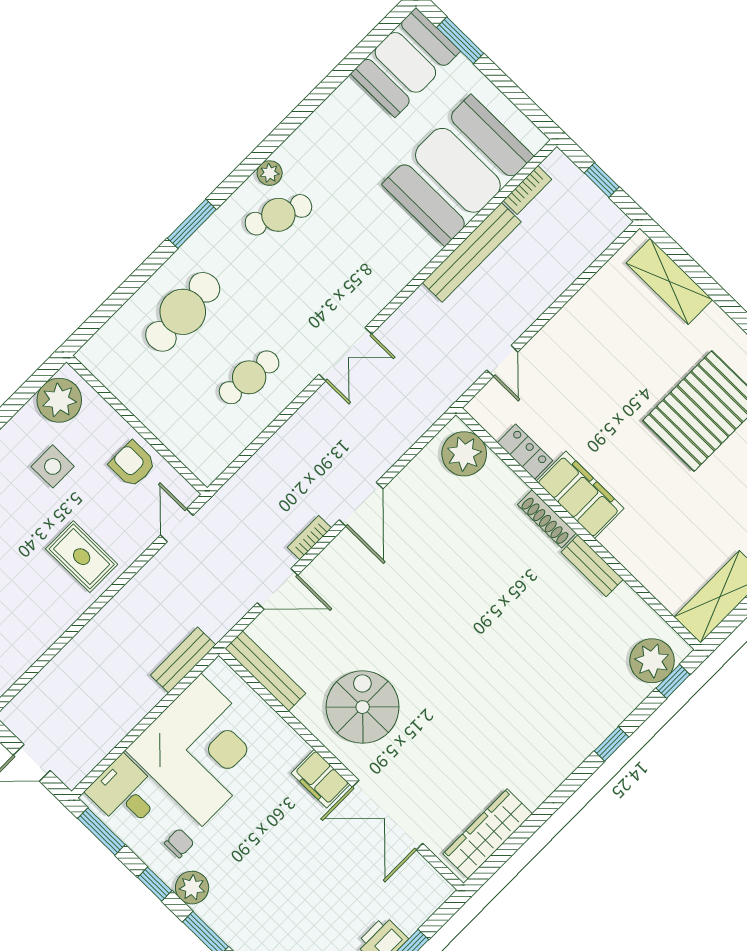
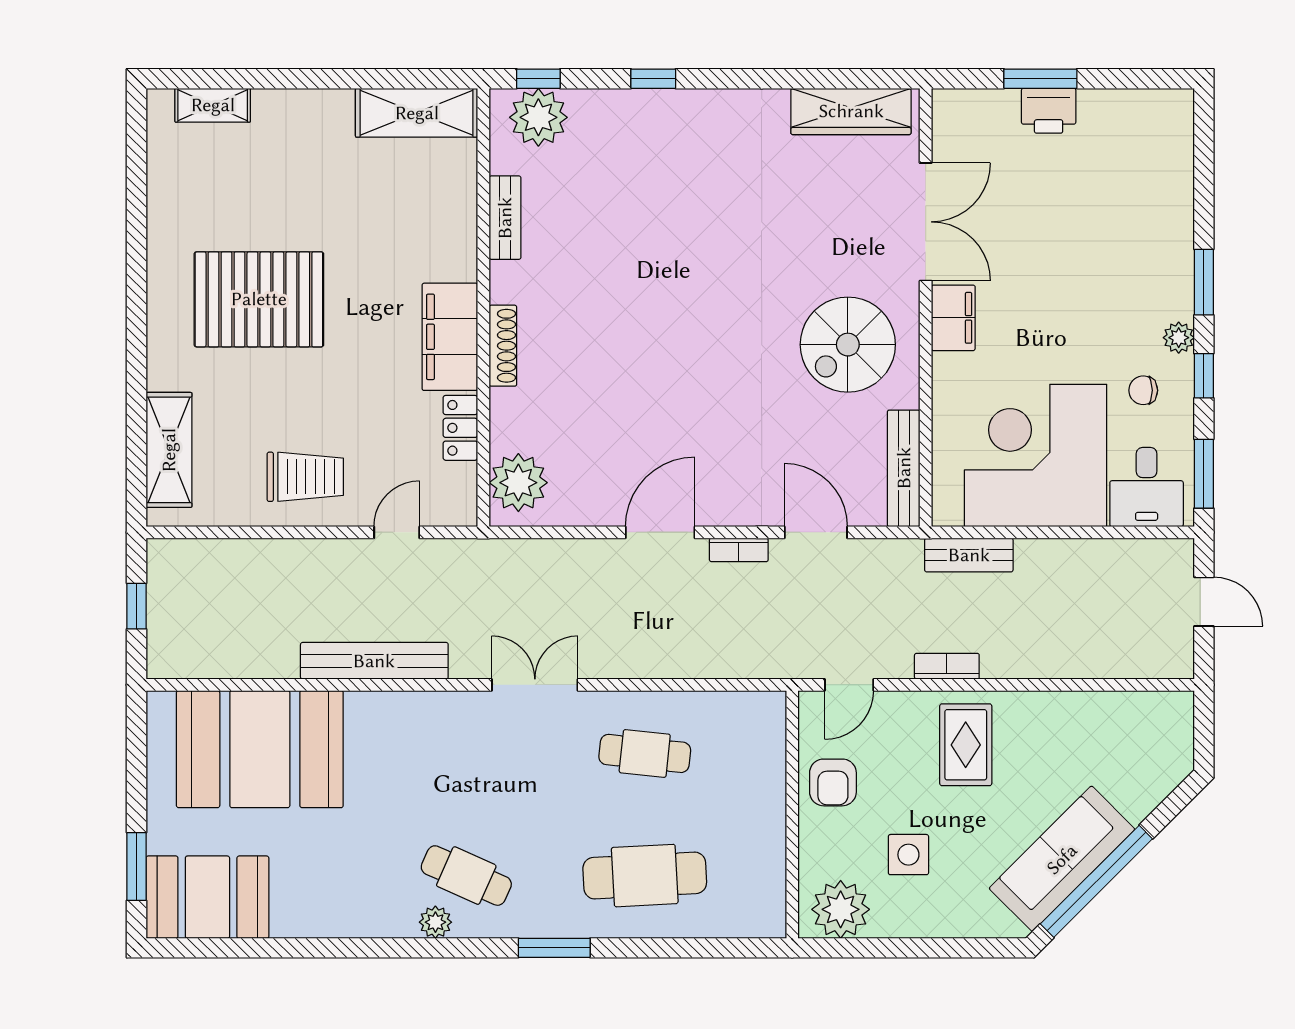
bookcase: (527, 190) -> (947, 666), moved
bench: (472, 252) -> (374, 661), moved
trolley: (582, 341) -> (305, 477), added
bench: (592, 566) -> (505, 218), moved
plant: (192, 888) -> (1179, 338), width x0.73, depth x0.73

